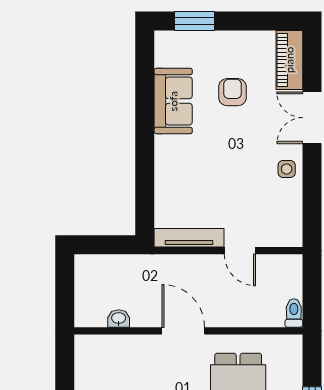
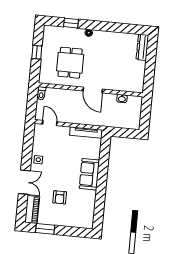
window: (194, 21) -> (45, 229), moved
sofa: (173, 101) -> (89, 174), moved
door: (240, 251) -> (50, 123), moved

